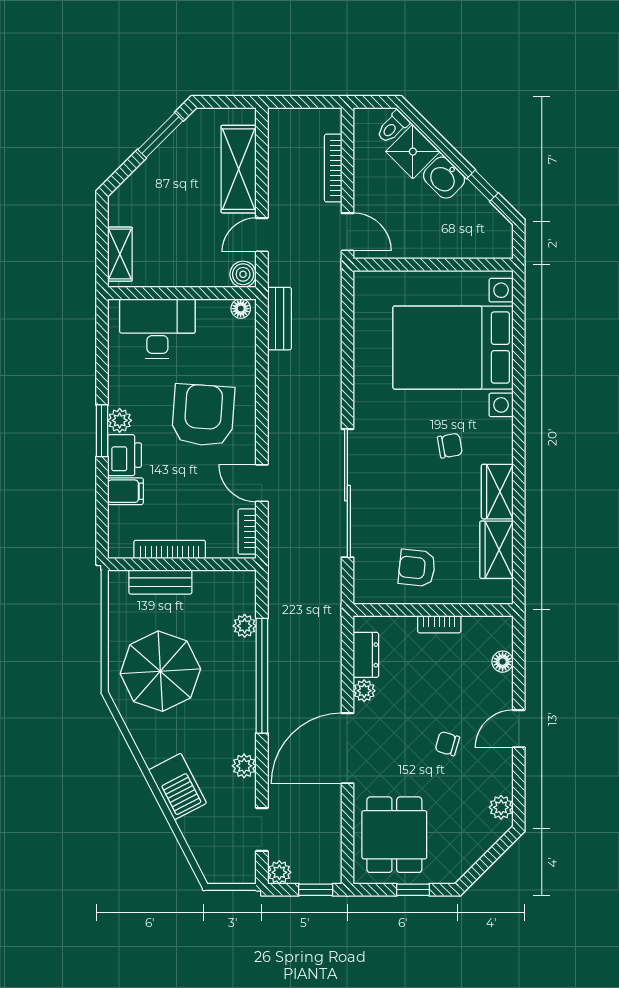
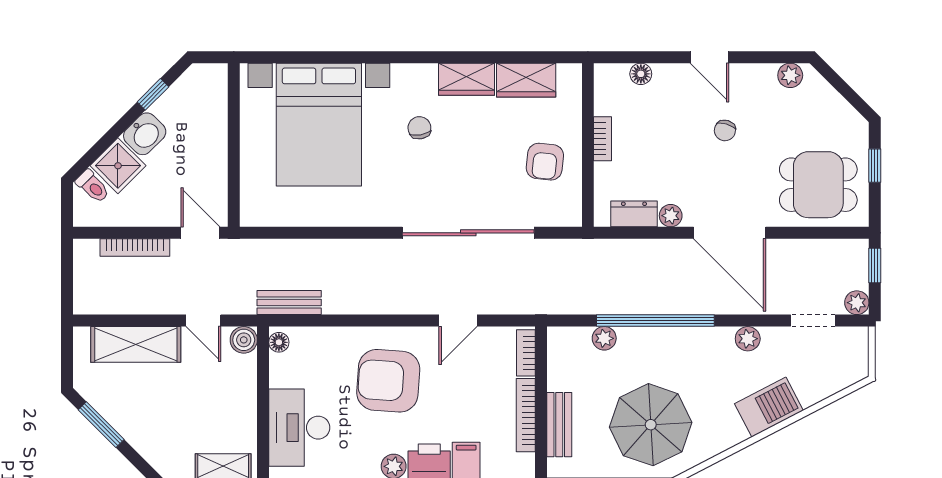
door: (347, 232) -> (200, 233), hinge flipped
bookcase: (247, 532) -> (526, 353), moved, turned 90

